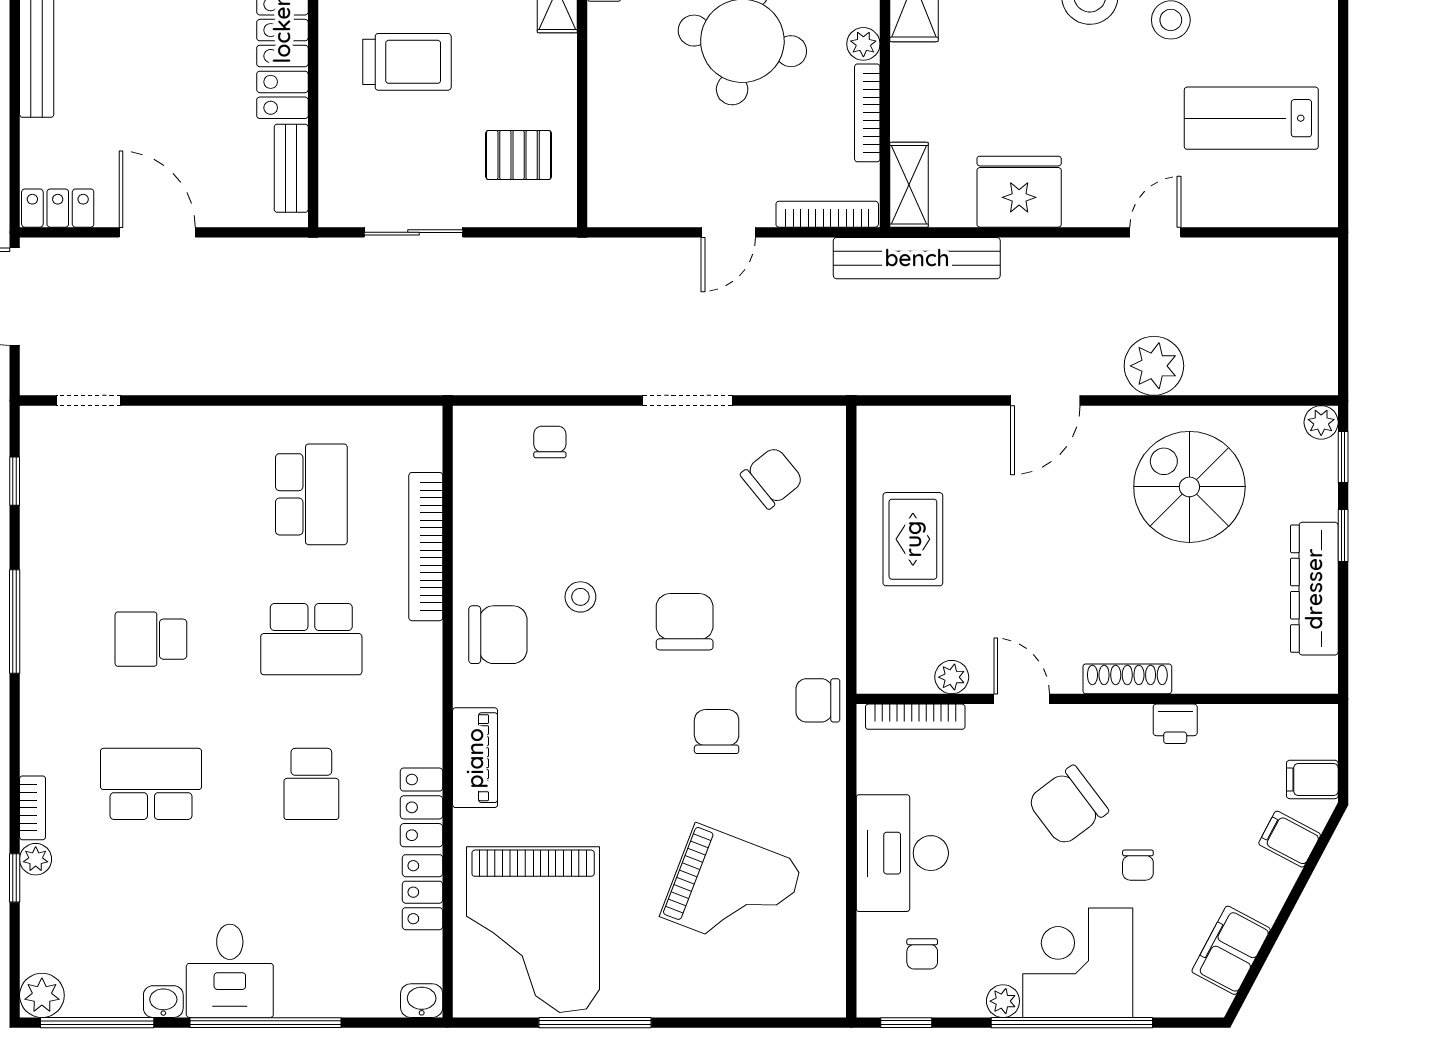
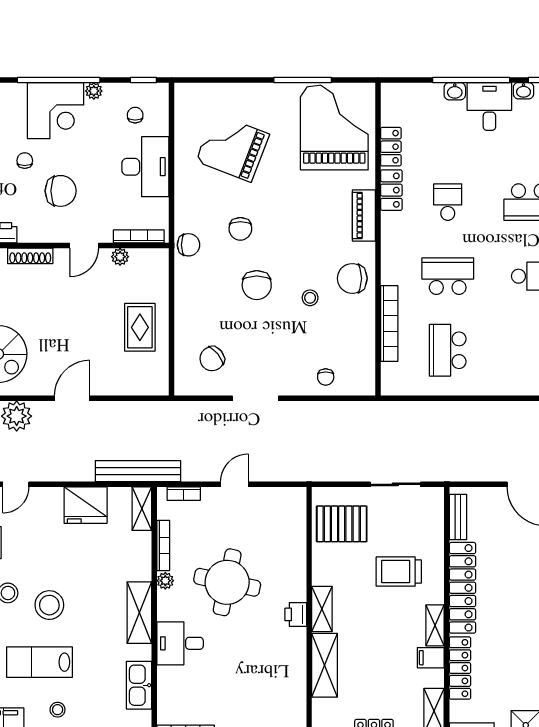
pallet: (519, 155) -> (342, 524), width x1.50, depth x1.42
bookcase: (827, 214) -> (184, 494), width x0.64
door: (1022, 699) -> (84, 246), hinge flipped
chair: (1068, 806) -> (61, 191), turned 37
washbasin: (422, 1001) -> (455, 91), moved

